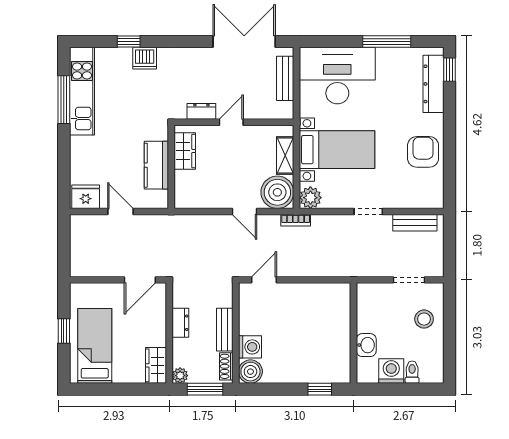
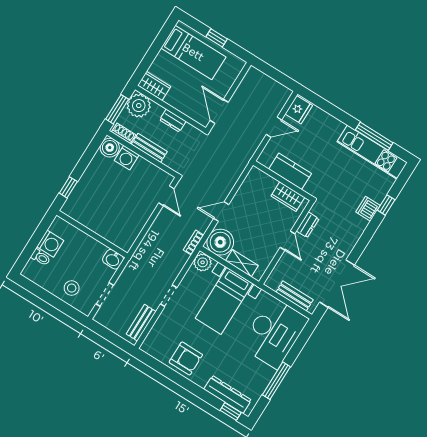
washbasin: (366, 345) -> (113, 259), moved
plant: (180, 376) -> (139, 106), width x1.88, depth x1.88

